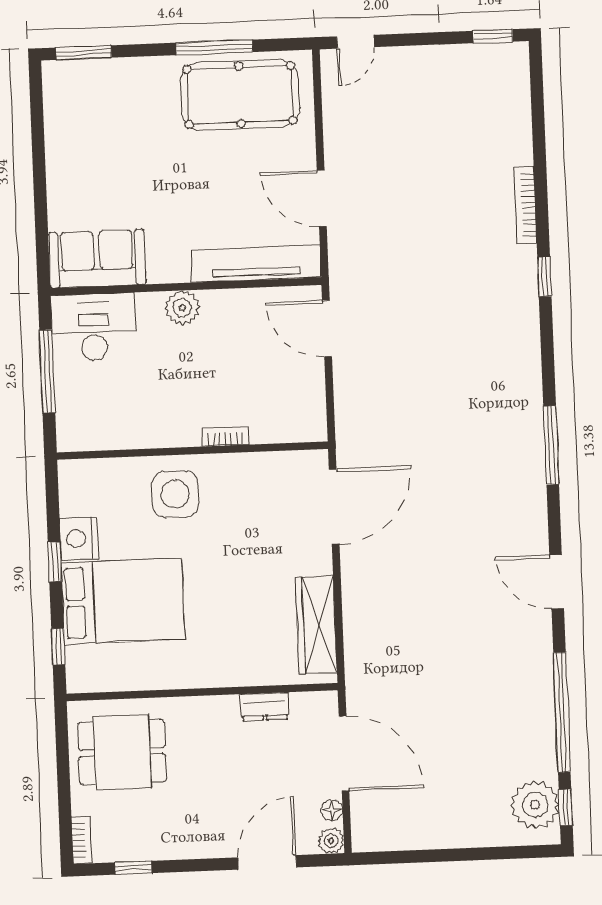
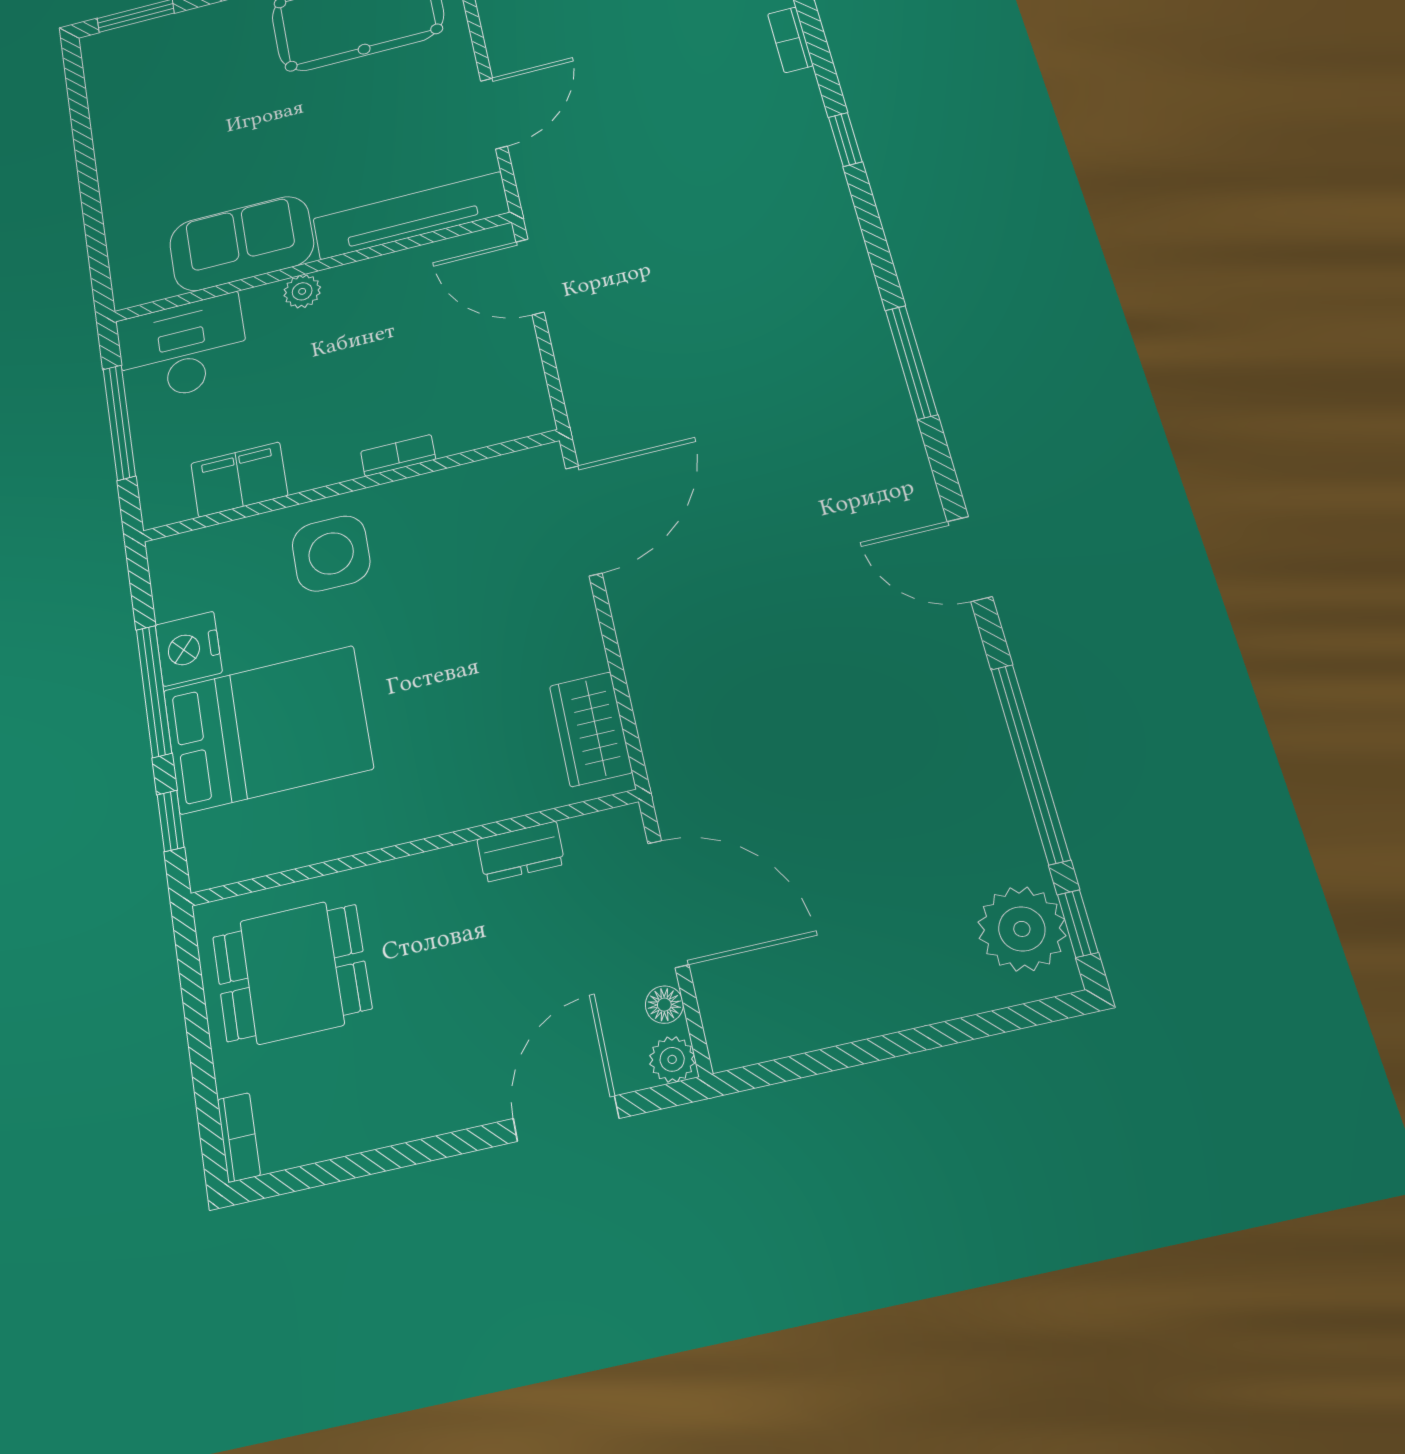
door: (322, 198) -> (494, 113), swing flipped
bookcase: (525, 205) -> (790, 40), width x0.64
sofa: (97, 259) -> (242, 244), moved
plant: (182, 308) -> (302, 291), width x0.73, depth x0.73
filing cabinet: (122, 430) -> (239, 479), added
window: (55, 562) -> (154, 691), width x2.17
wardrobe: (316, 625) -> (591, 729), width x0.67
window: (133, 868) -> (333, 1171), removed

